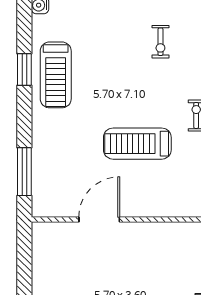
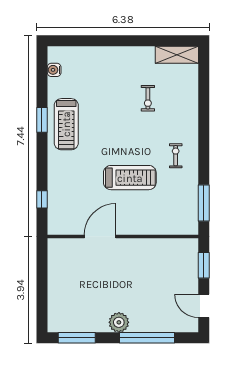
treadmill: (137, 144) -> (130, 178), turned 180
window: (24, 172) -> (42, 199), width x0.46

